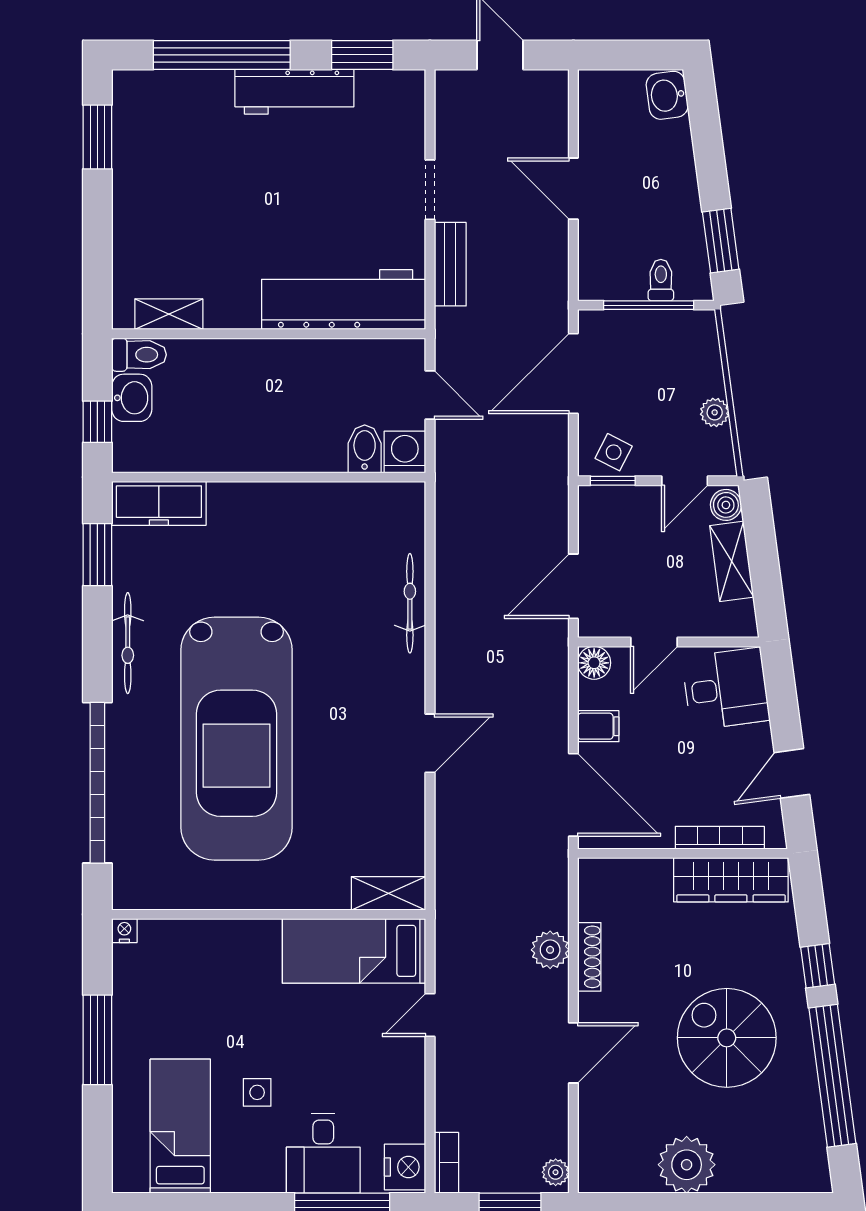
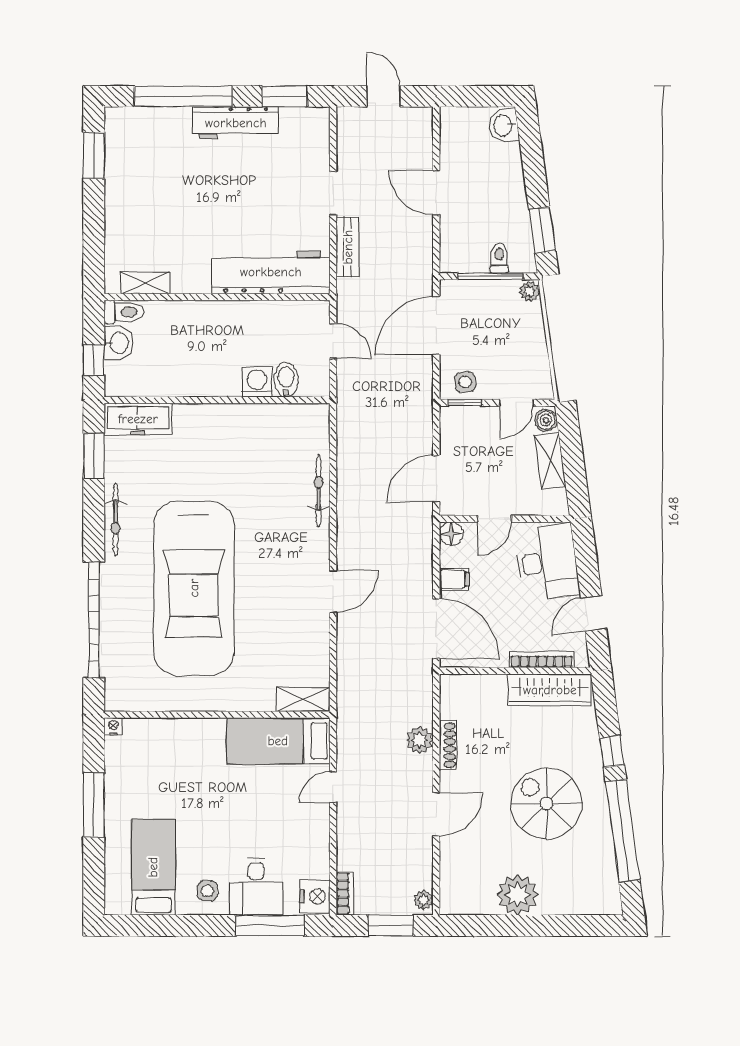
plant: (715, 412) -> (530, 291), moved
washing machine: (405, 452) -> (257, 382), moved
side table: (614, 452) -> (465, 382), turned -35
desk: (726, 689) -> (547, 562), width x1.37
side table: (257, 1092) -> (207, 891), moved

